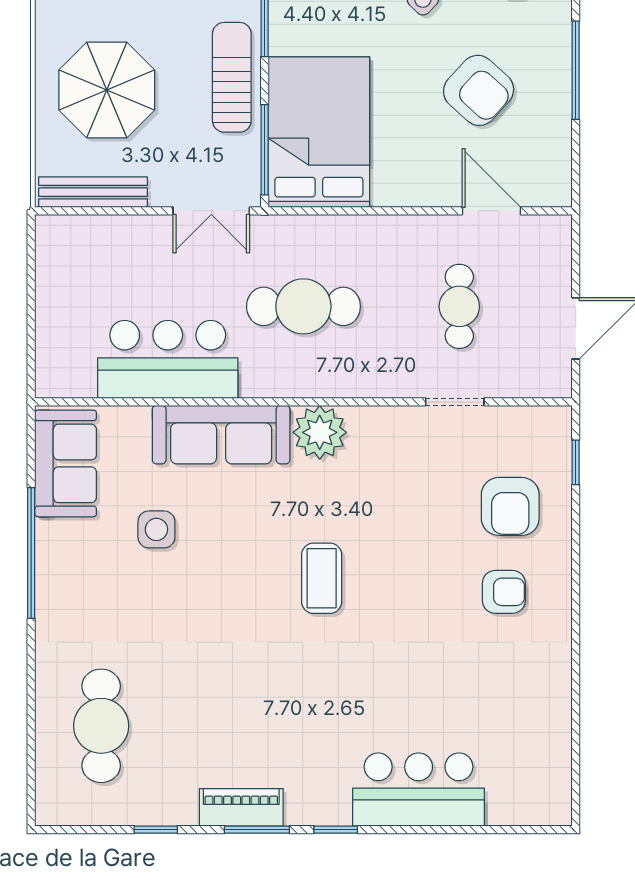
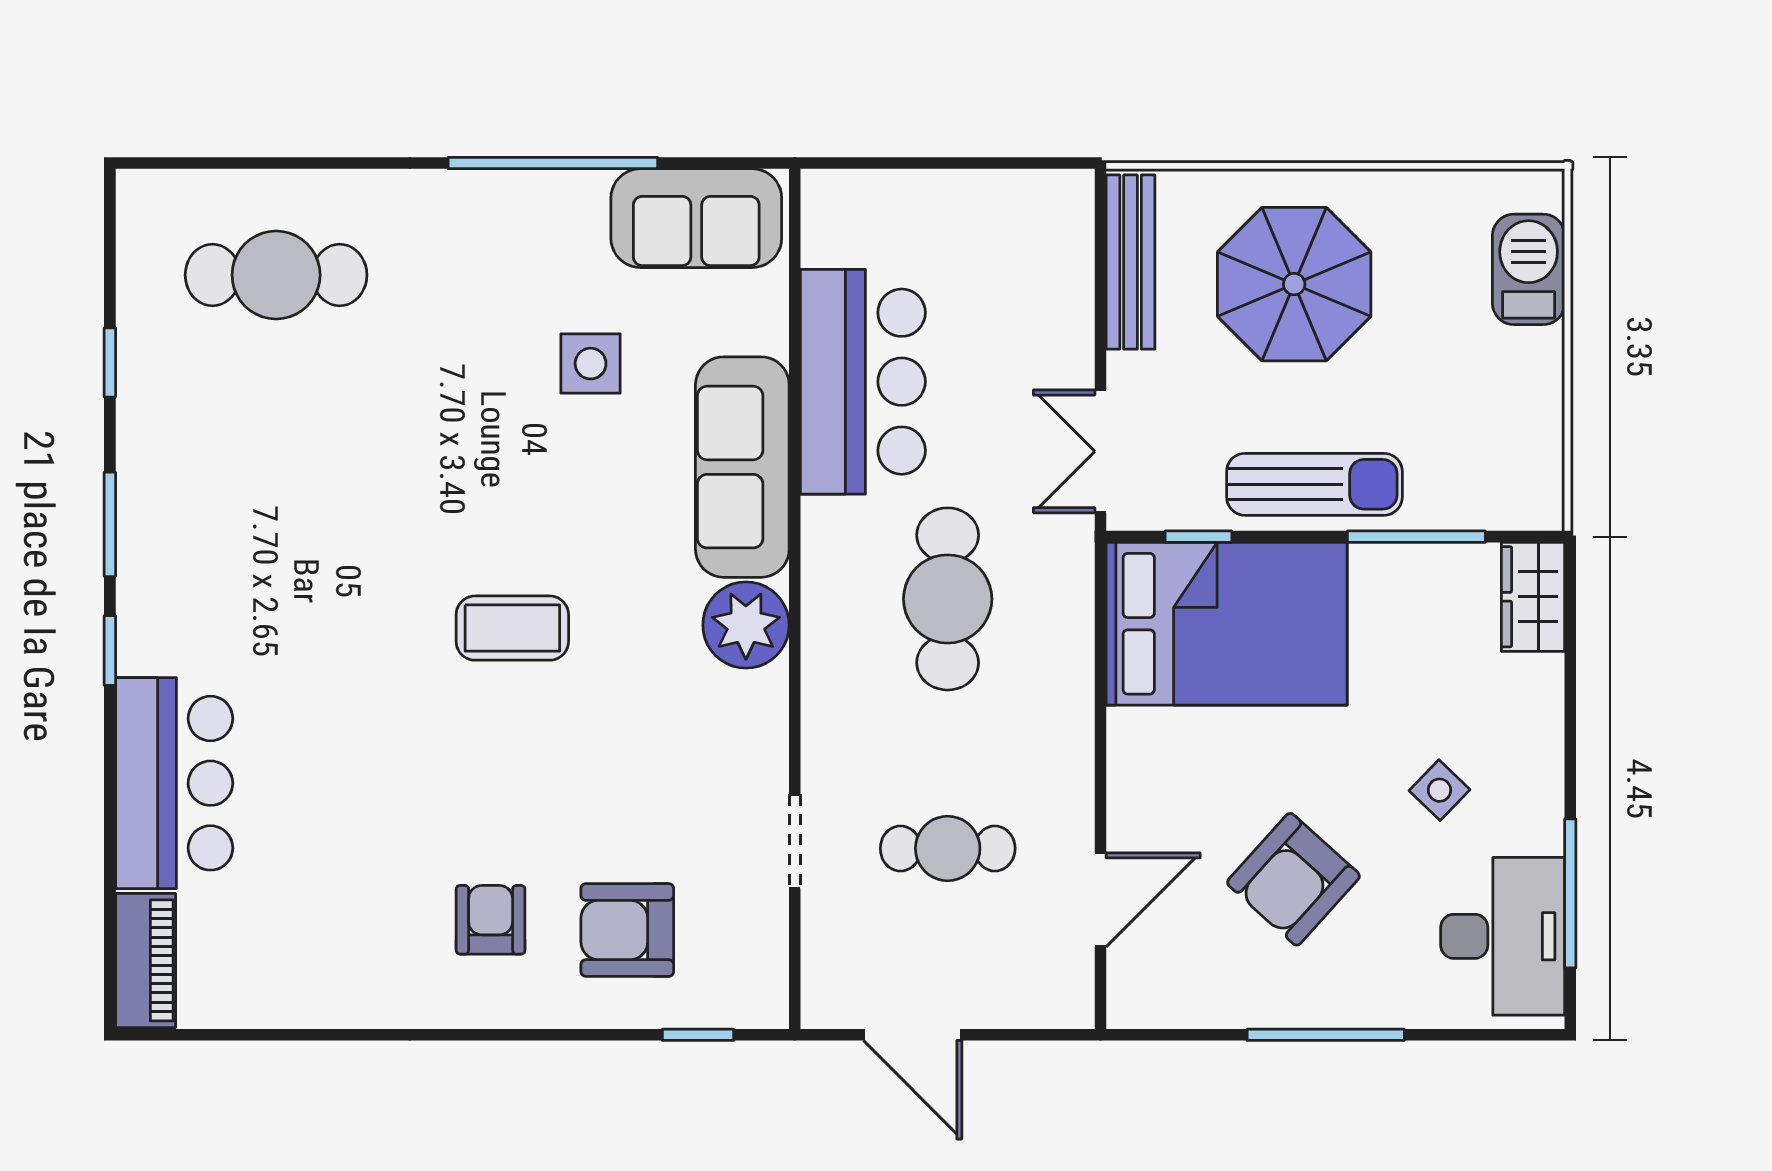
window: (265, 150) -> (1198, 537), width x0.46
armchair: (504, 592) -> (491, 920), turned 180
piano: (241, 807) -> (146, 960), moved

